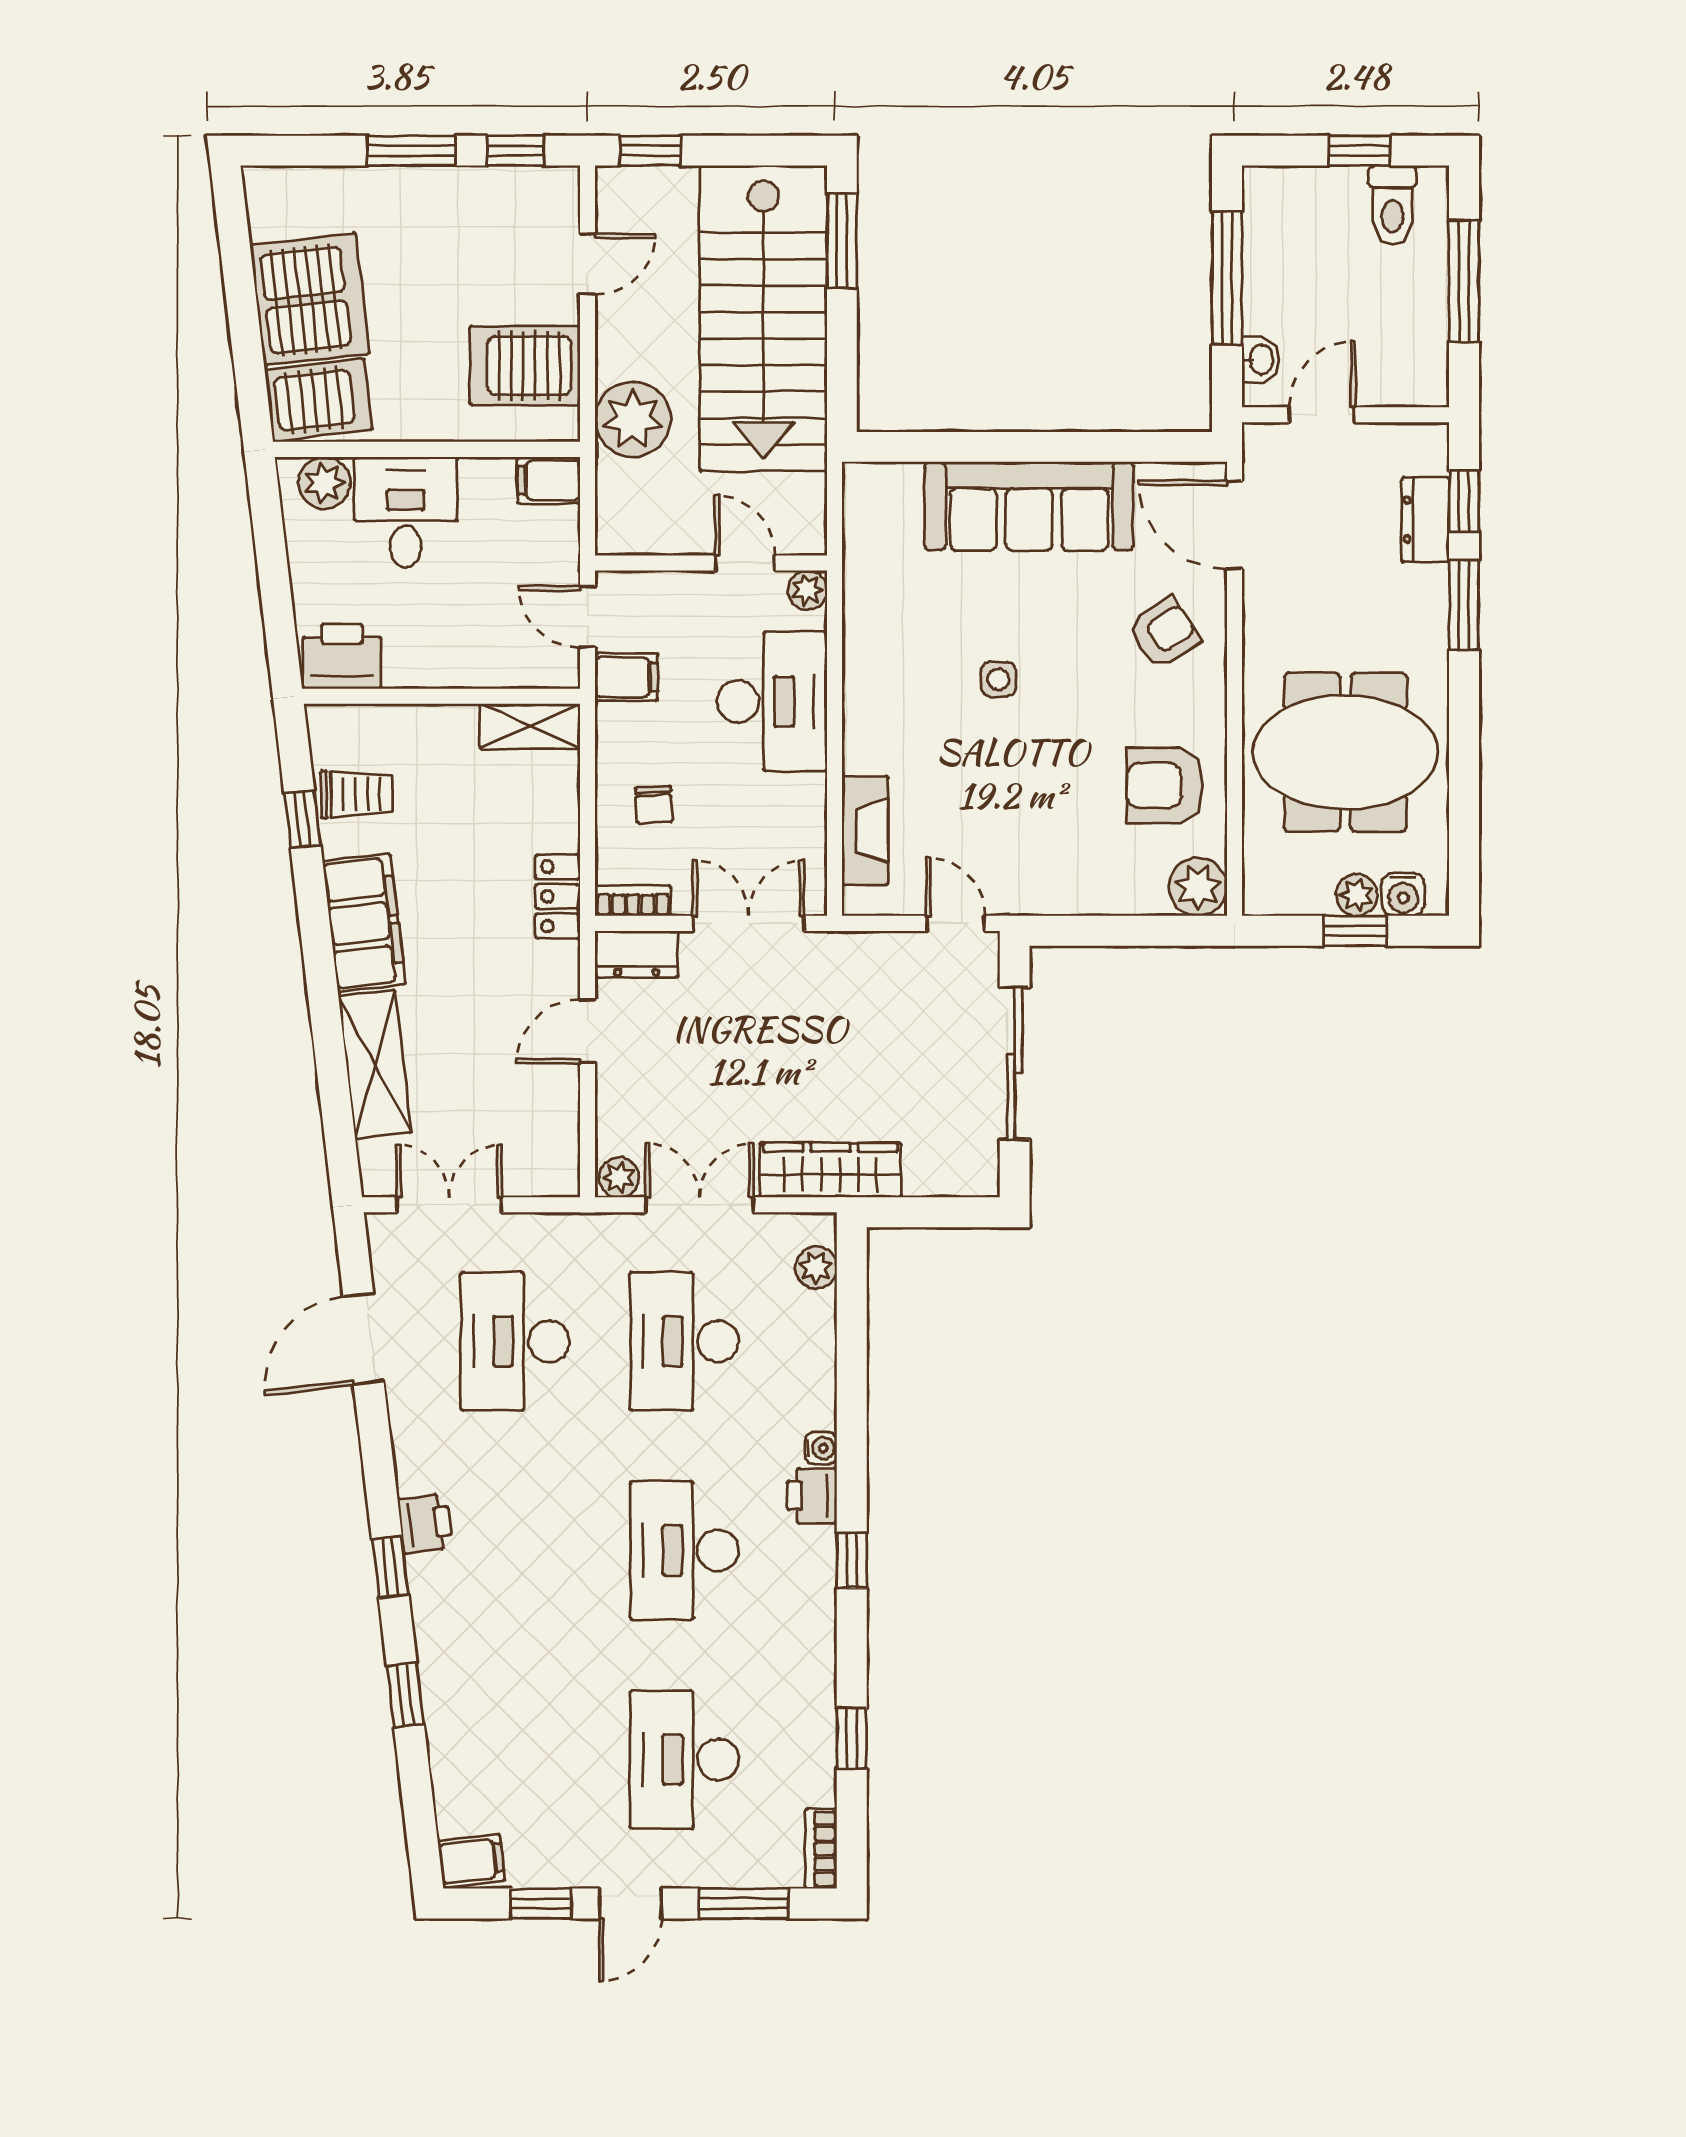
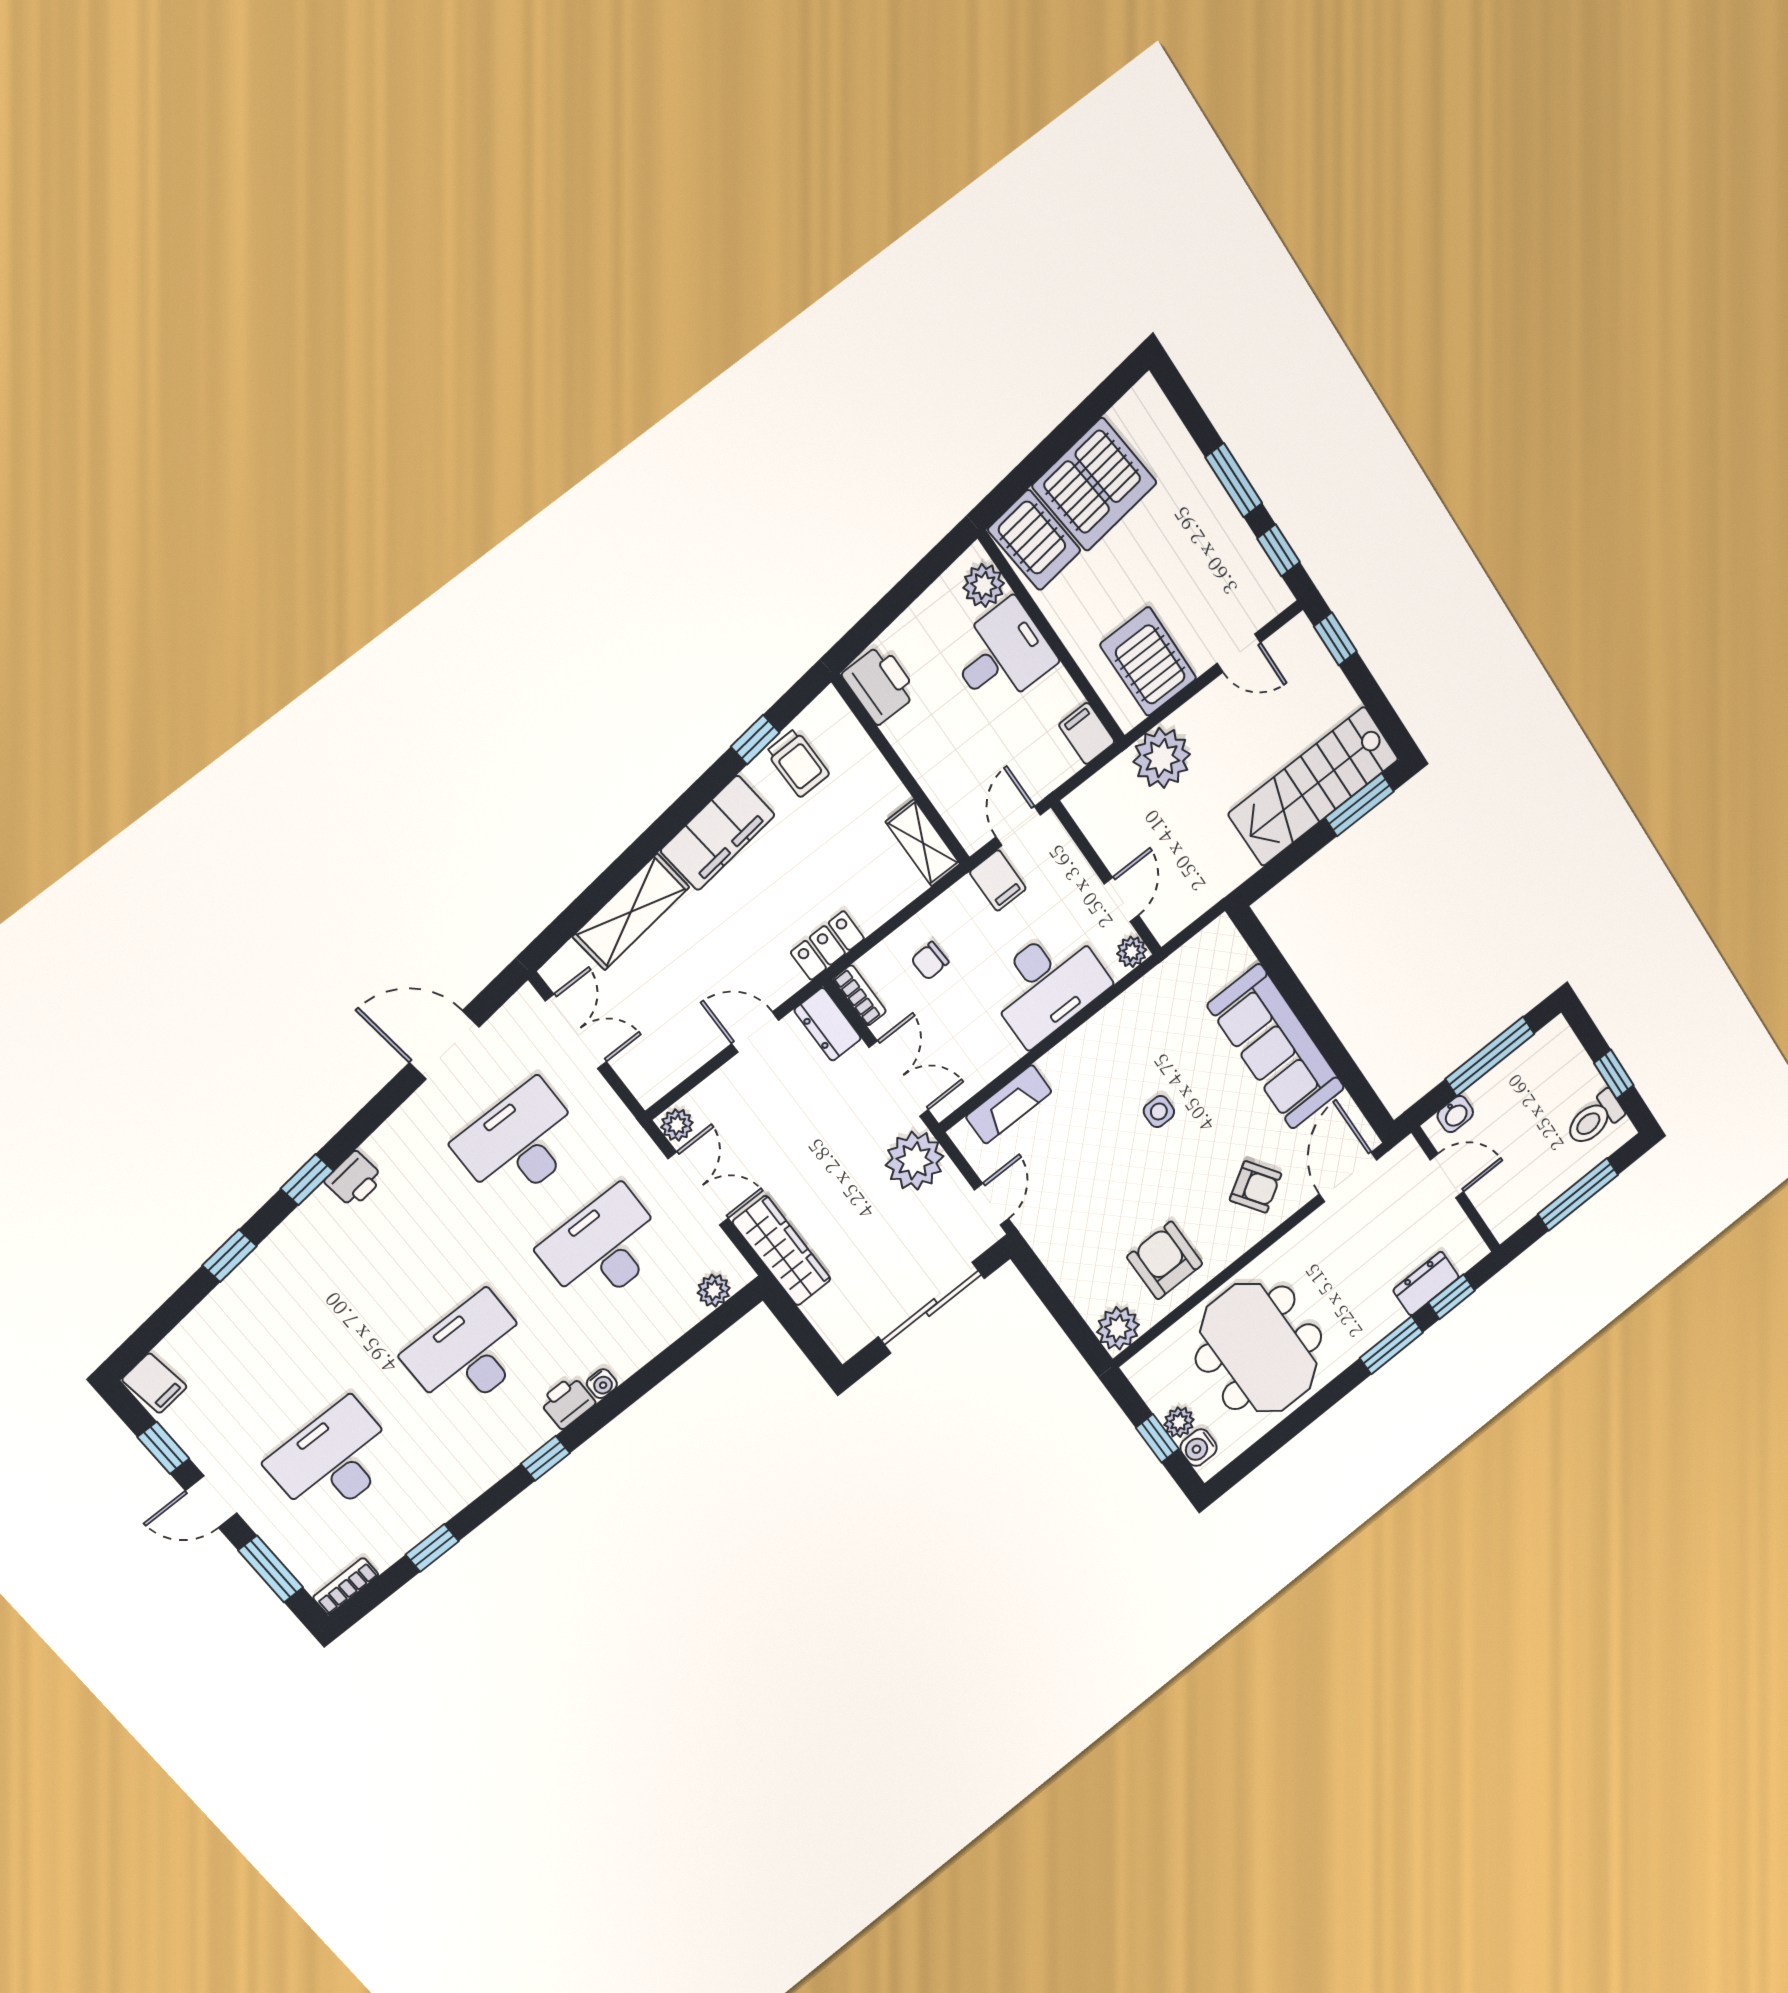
stairs: (763, 318) -> (1314, 786), width x0.73, depth x0.66
plant: (846, 969) -> (915, 1161), added

